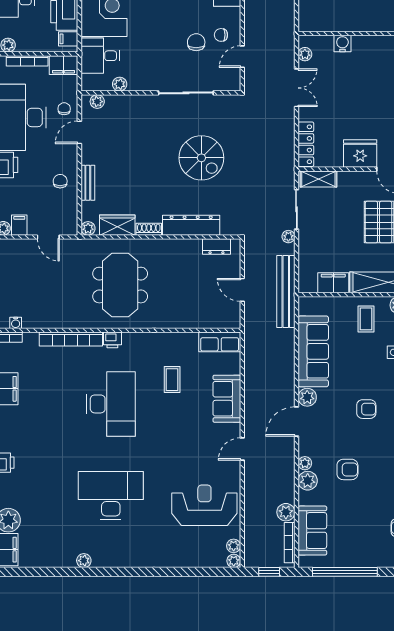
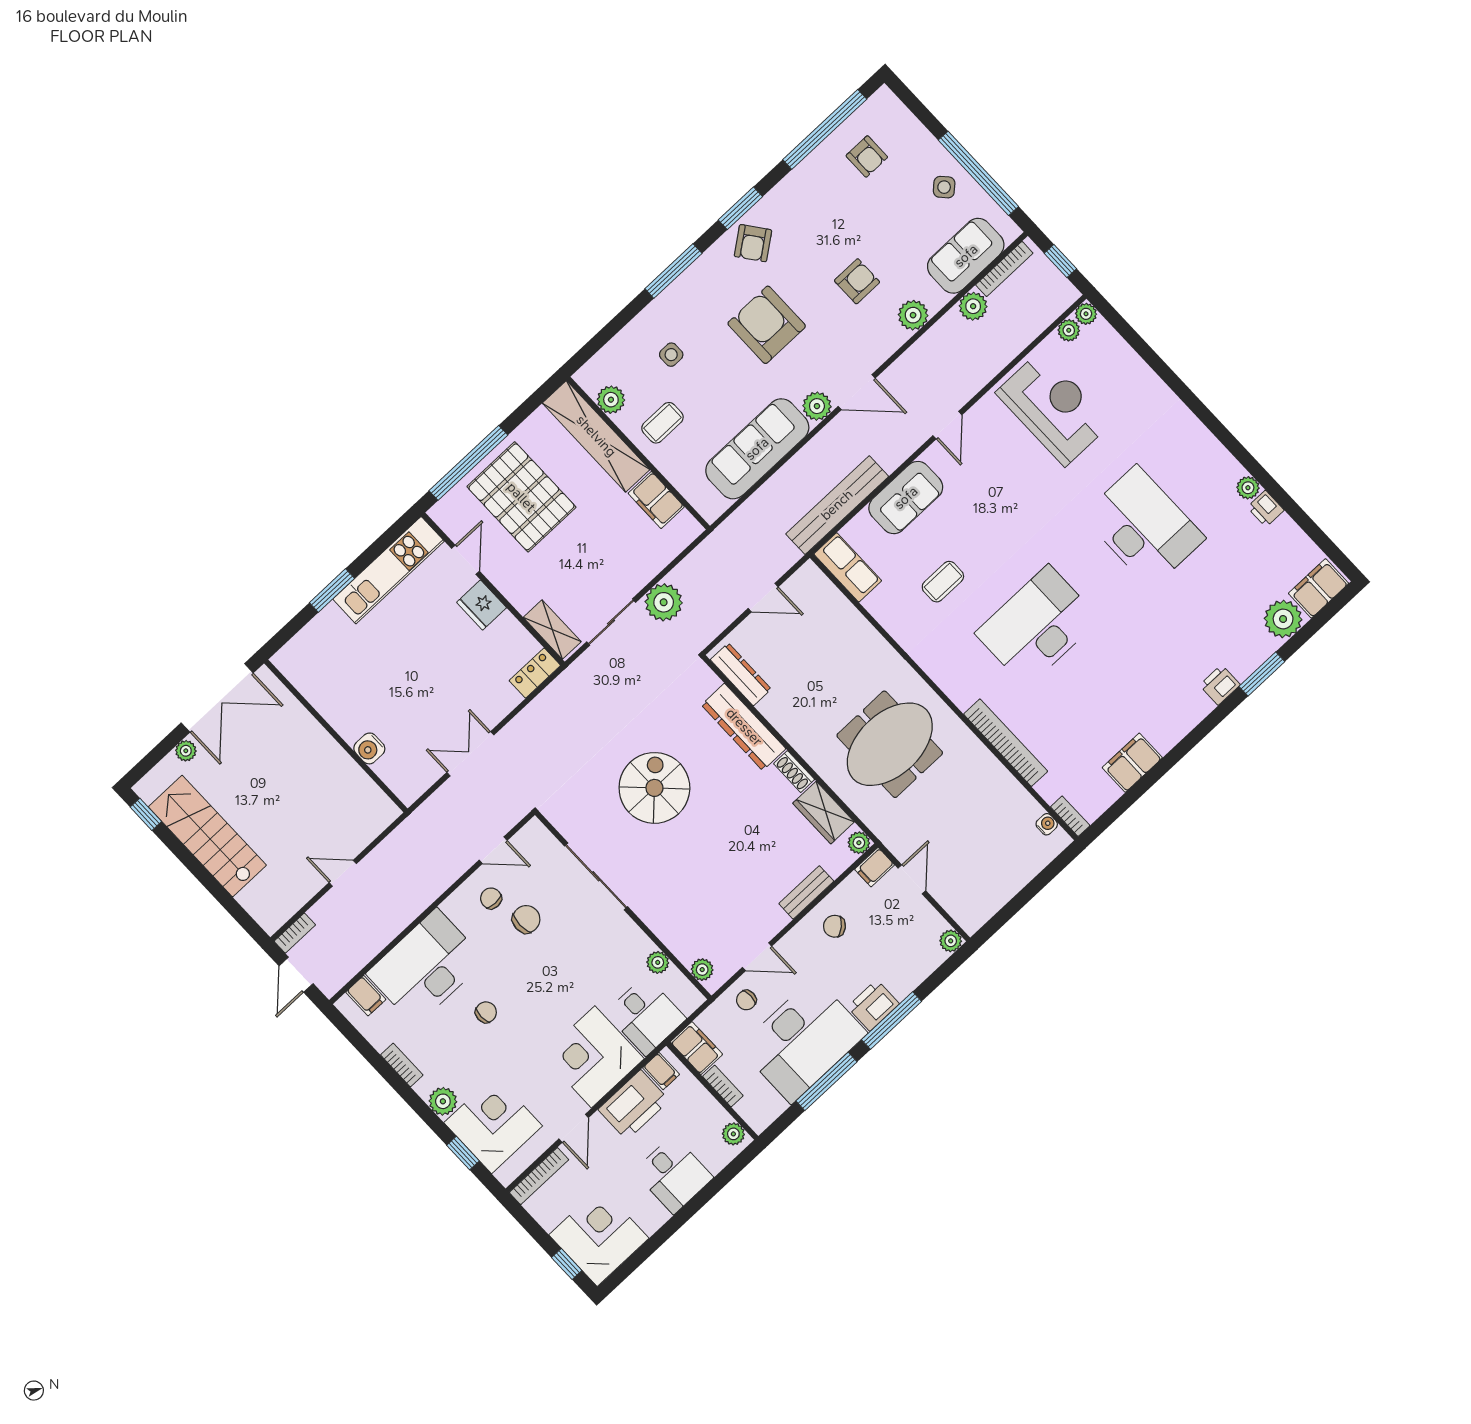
chair: (221, 35) -> (491, 898), turned 180
chair: (196, 42) -> (526, 919), turned 180
plant: (305, 54) -> (422, 780), removed
bookcase: (27, 61) -> (723, 1086), width x0.64
locker: (306, 144) -> (535, 673), width x0.66
fridge: (360, 154) -> (482, 605), width x0.73, depth x0.75
chair: (60, 181) -> (834, 926), turned 49
filing cabinet: (19, 225) -> (875, 867), moved
plant: (288, 237) -> (664, 602), width x1.87, depth x1.87
dresser: (216, 247) -> (741, 674), width x1.44
door: (242, 290) -> (763, 598), hinge flipped
bench: (286, 291) -> (837, 505), moved
printer: (112, 340) -> (1266, 509), moved, turned 180
armchair: (366, 409) -> (767, 325), width x1.88, depth x1.88
door: (242, 449) -> (947, 425), hinge flipped
plant: (305, 463) -> (896, 337), removed
armchair: (347, 469) -> (857, 281), turned 90
desk: (111, 496) -> (1144, 527), turned 180
reception desk: (204, 505) -> (1053, 408), turned 180
side table: (353, 550) -> (944, 187), added

